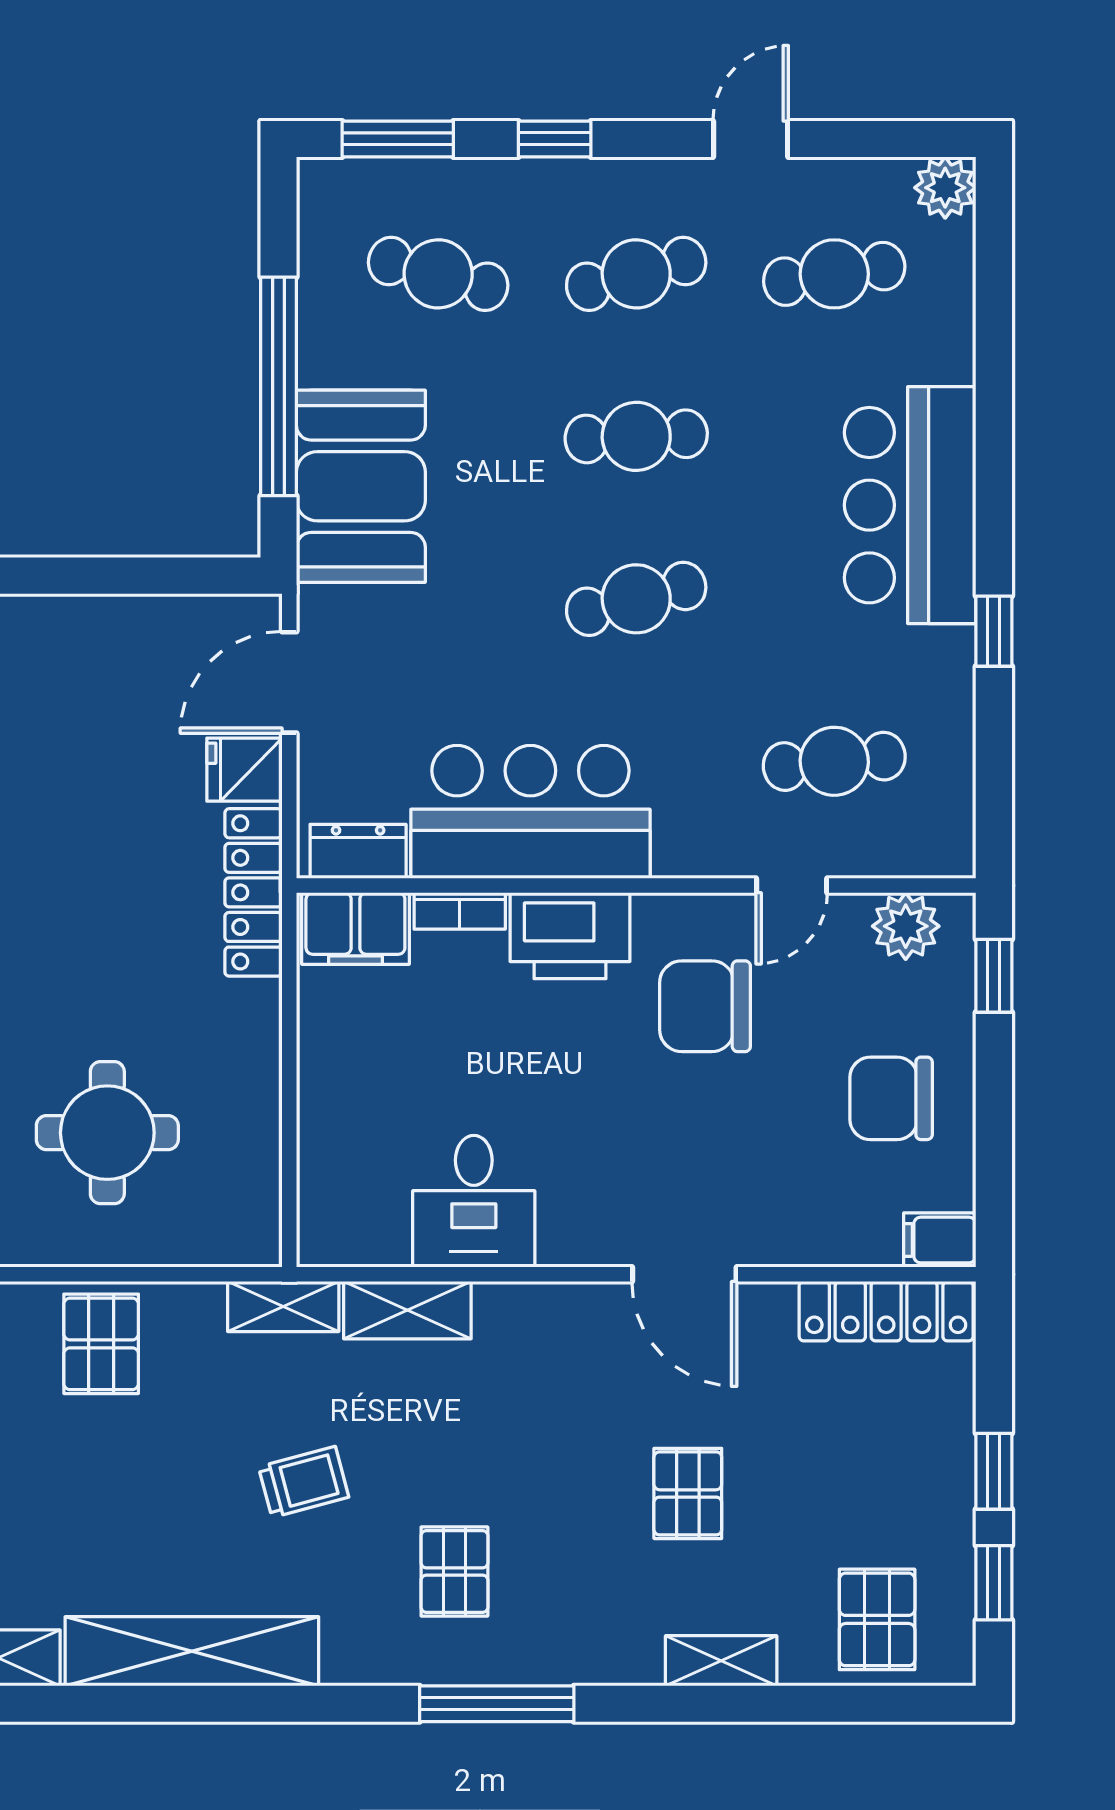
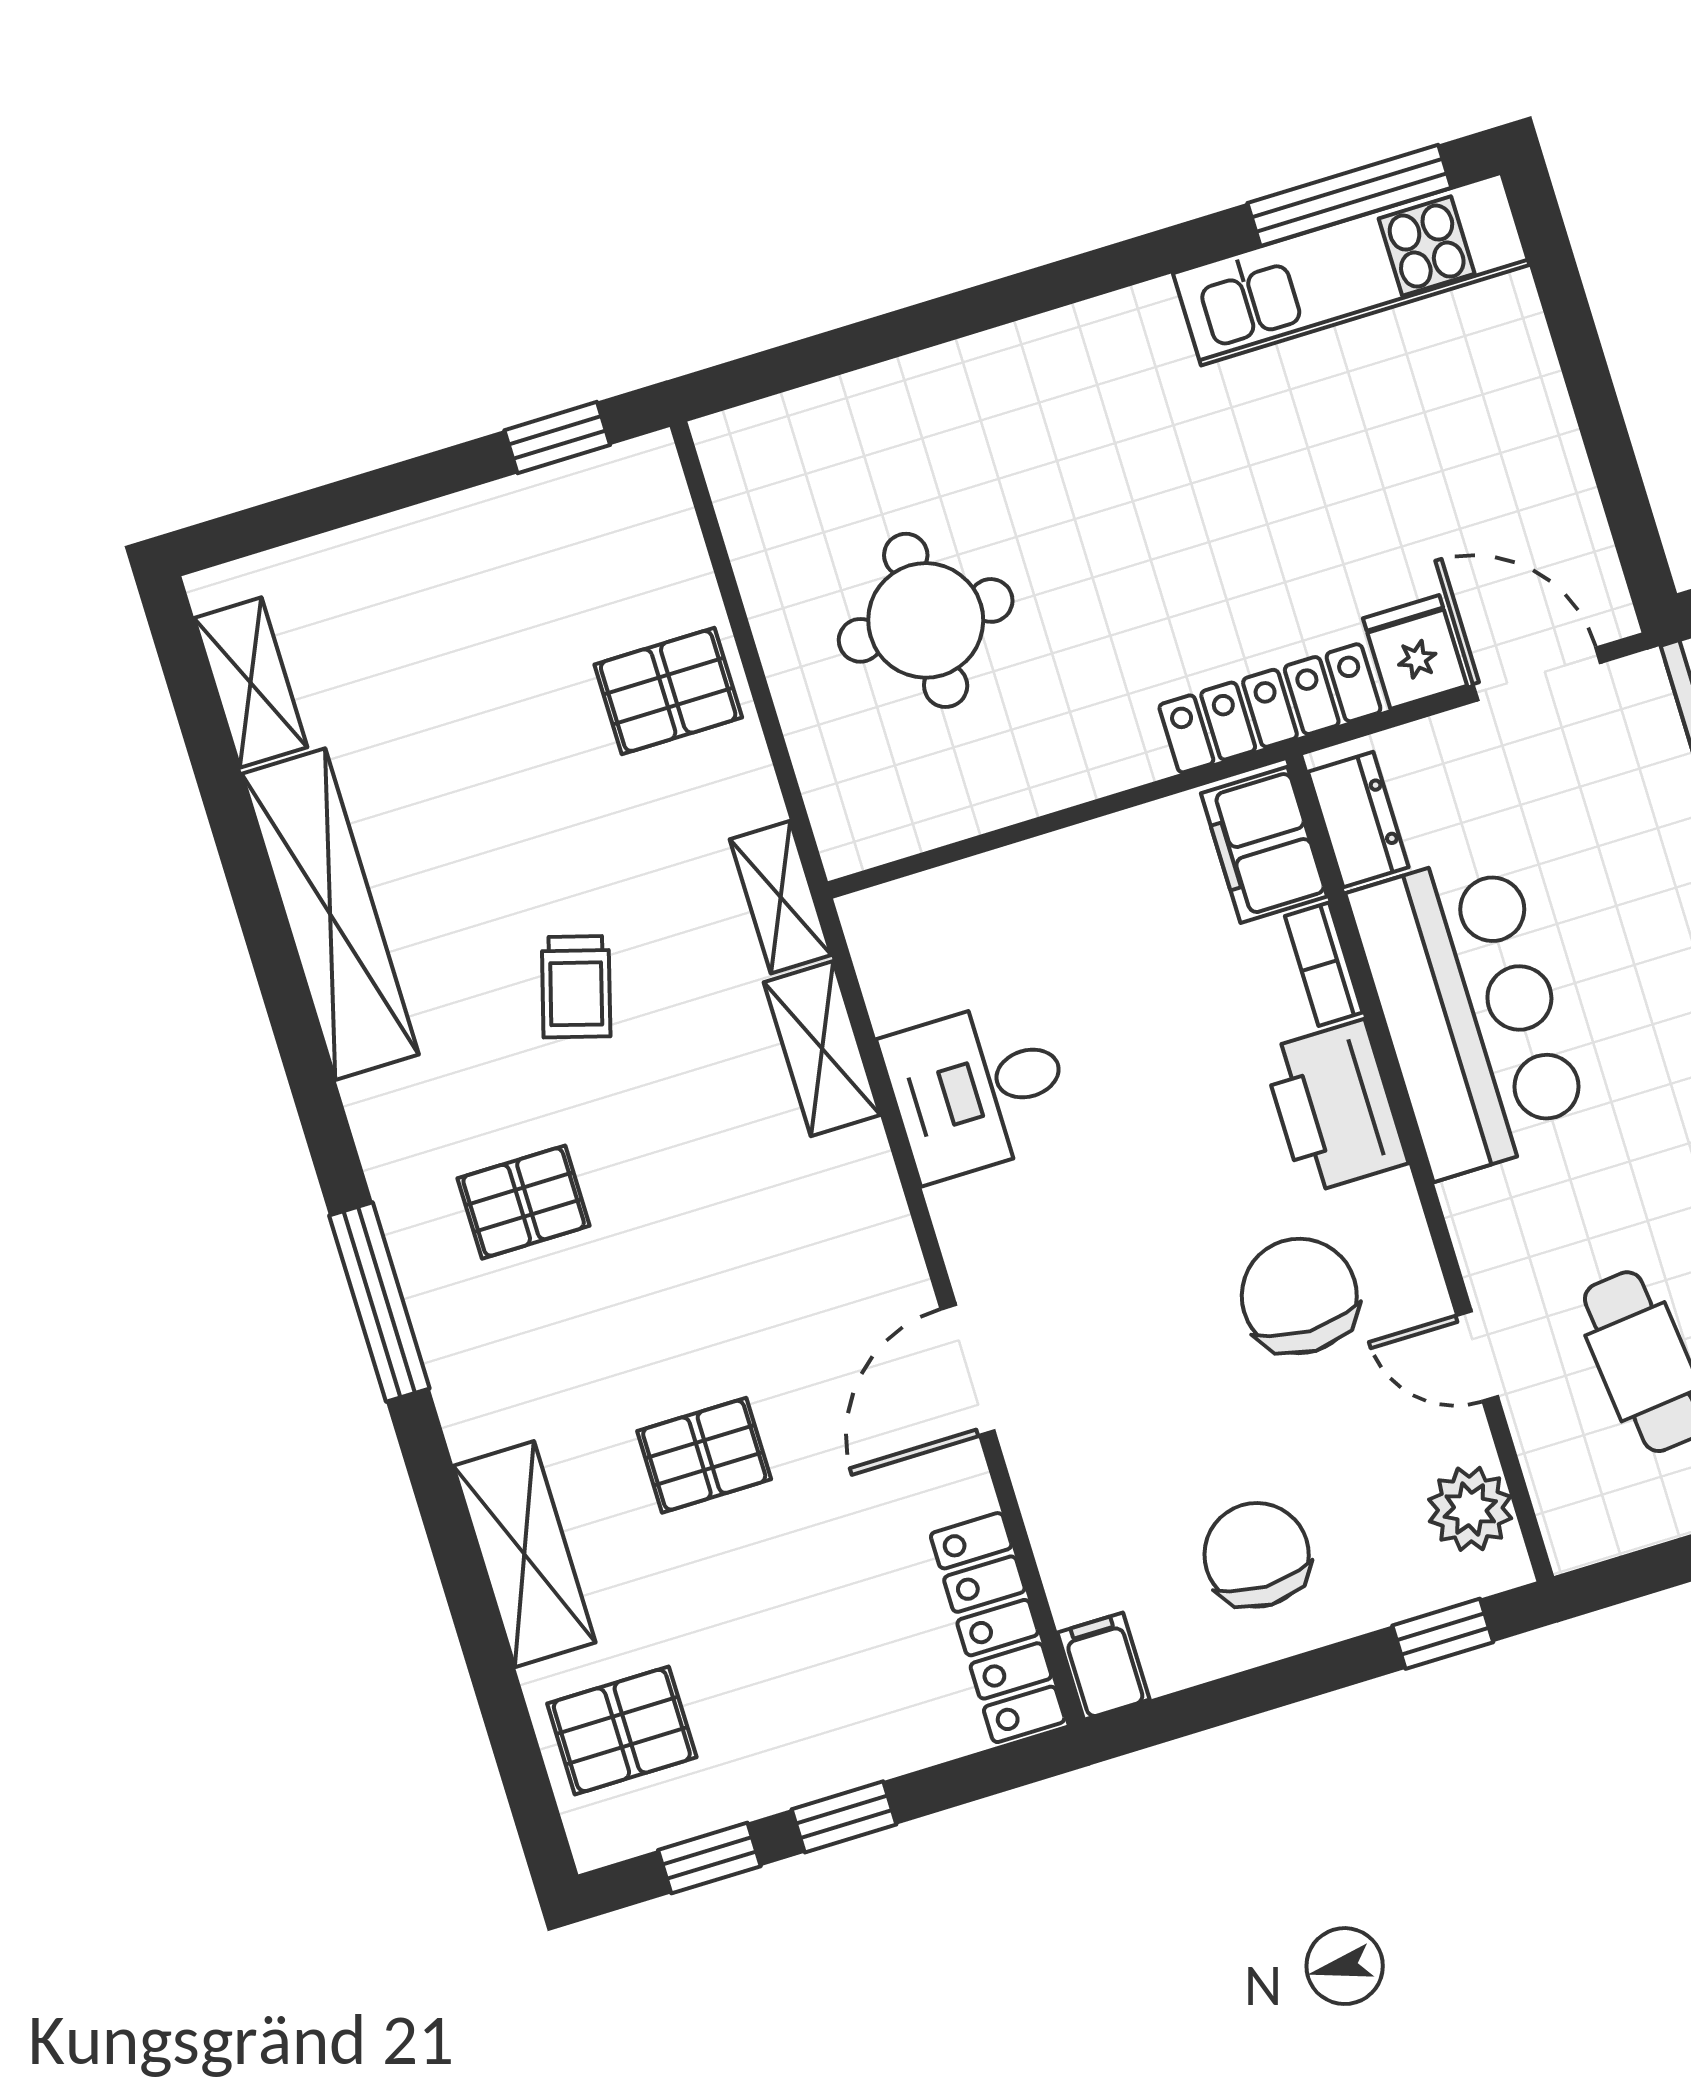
trolley: (304, 1482) -> (576, 987), turned 31
shelving: (721, 1661) -> (524, 1554), width x1.50, depth x1.33

